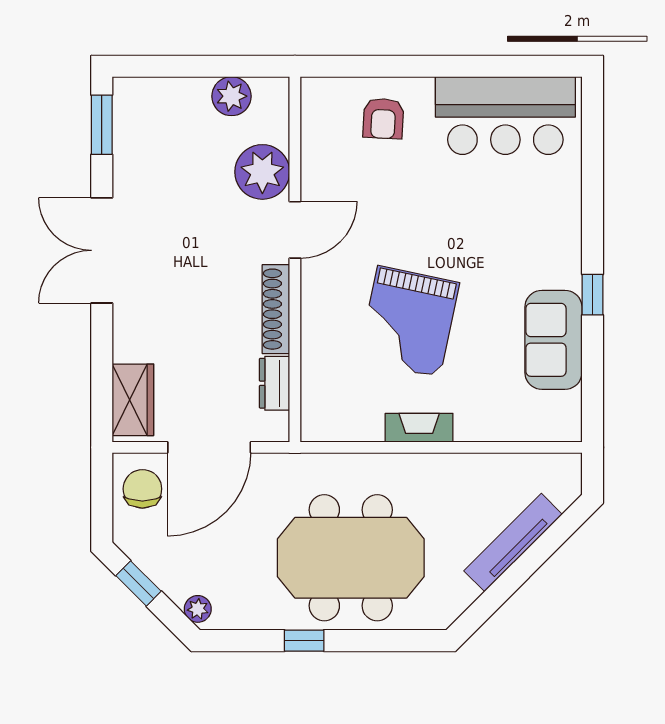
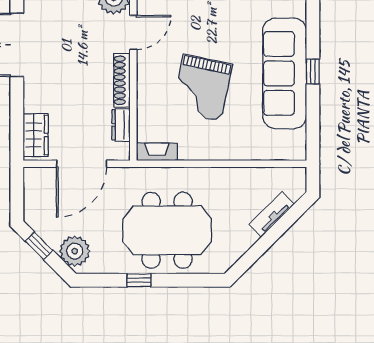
sofa: (553, 340) -> (285, 73), width x1.85, depth x1.27
fireplace: (419, 428) -> (157, 152), moved
chair: (142, 489) -> (41, 189), removed
tv unit: (513, 543) -> (272, 214), width x0.71
plant: (198, 609) -> (75, 251), width x1.87, depth x1.87

